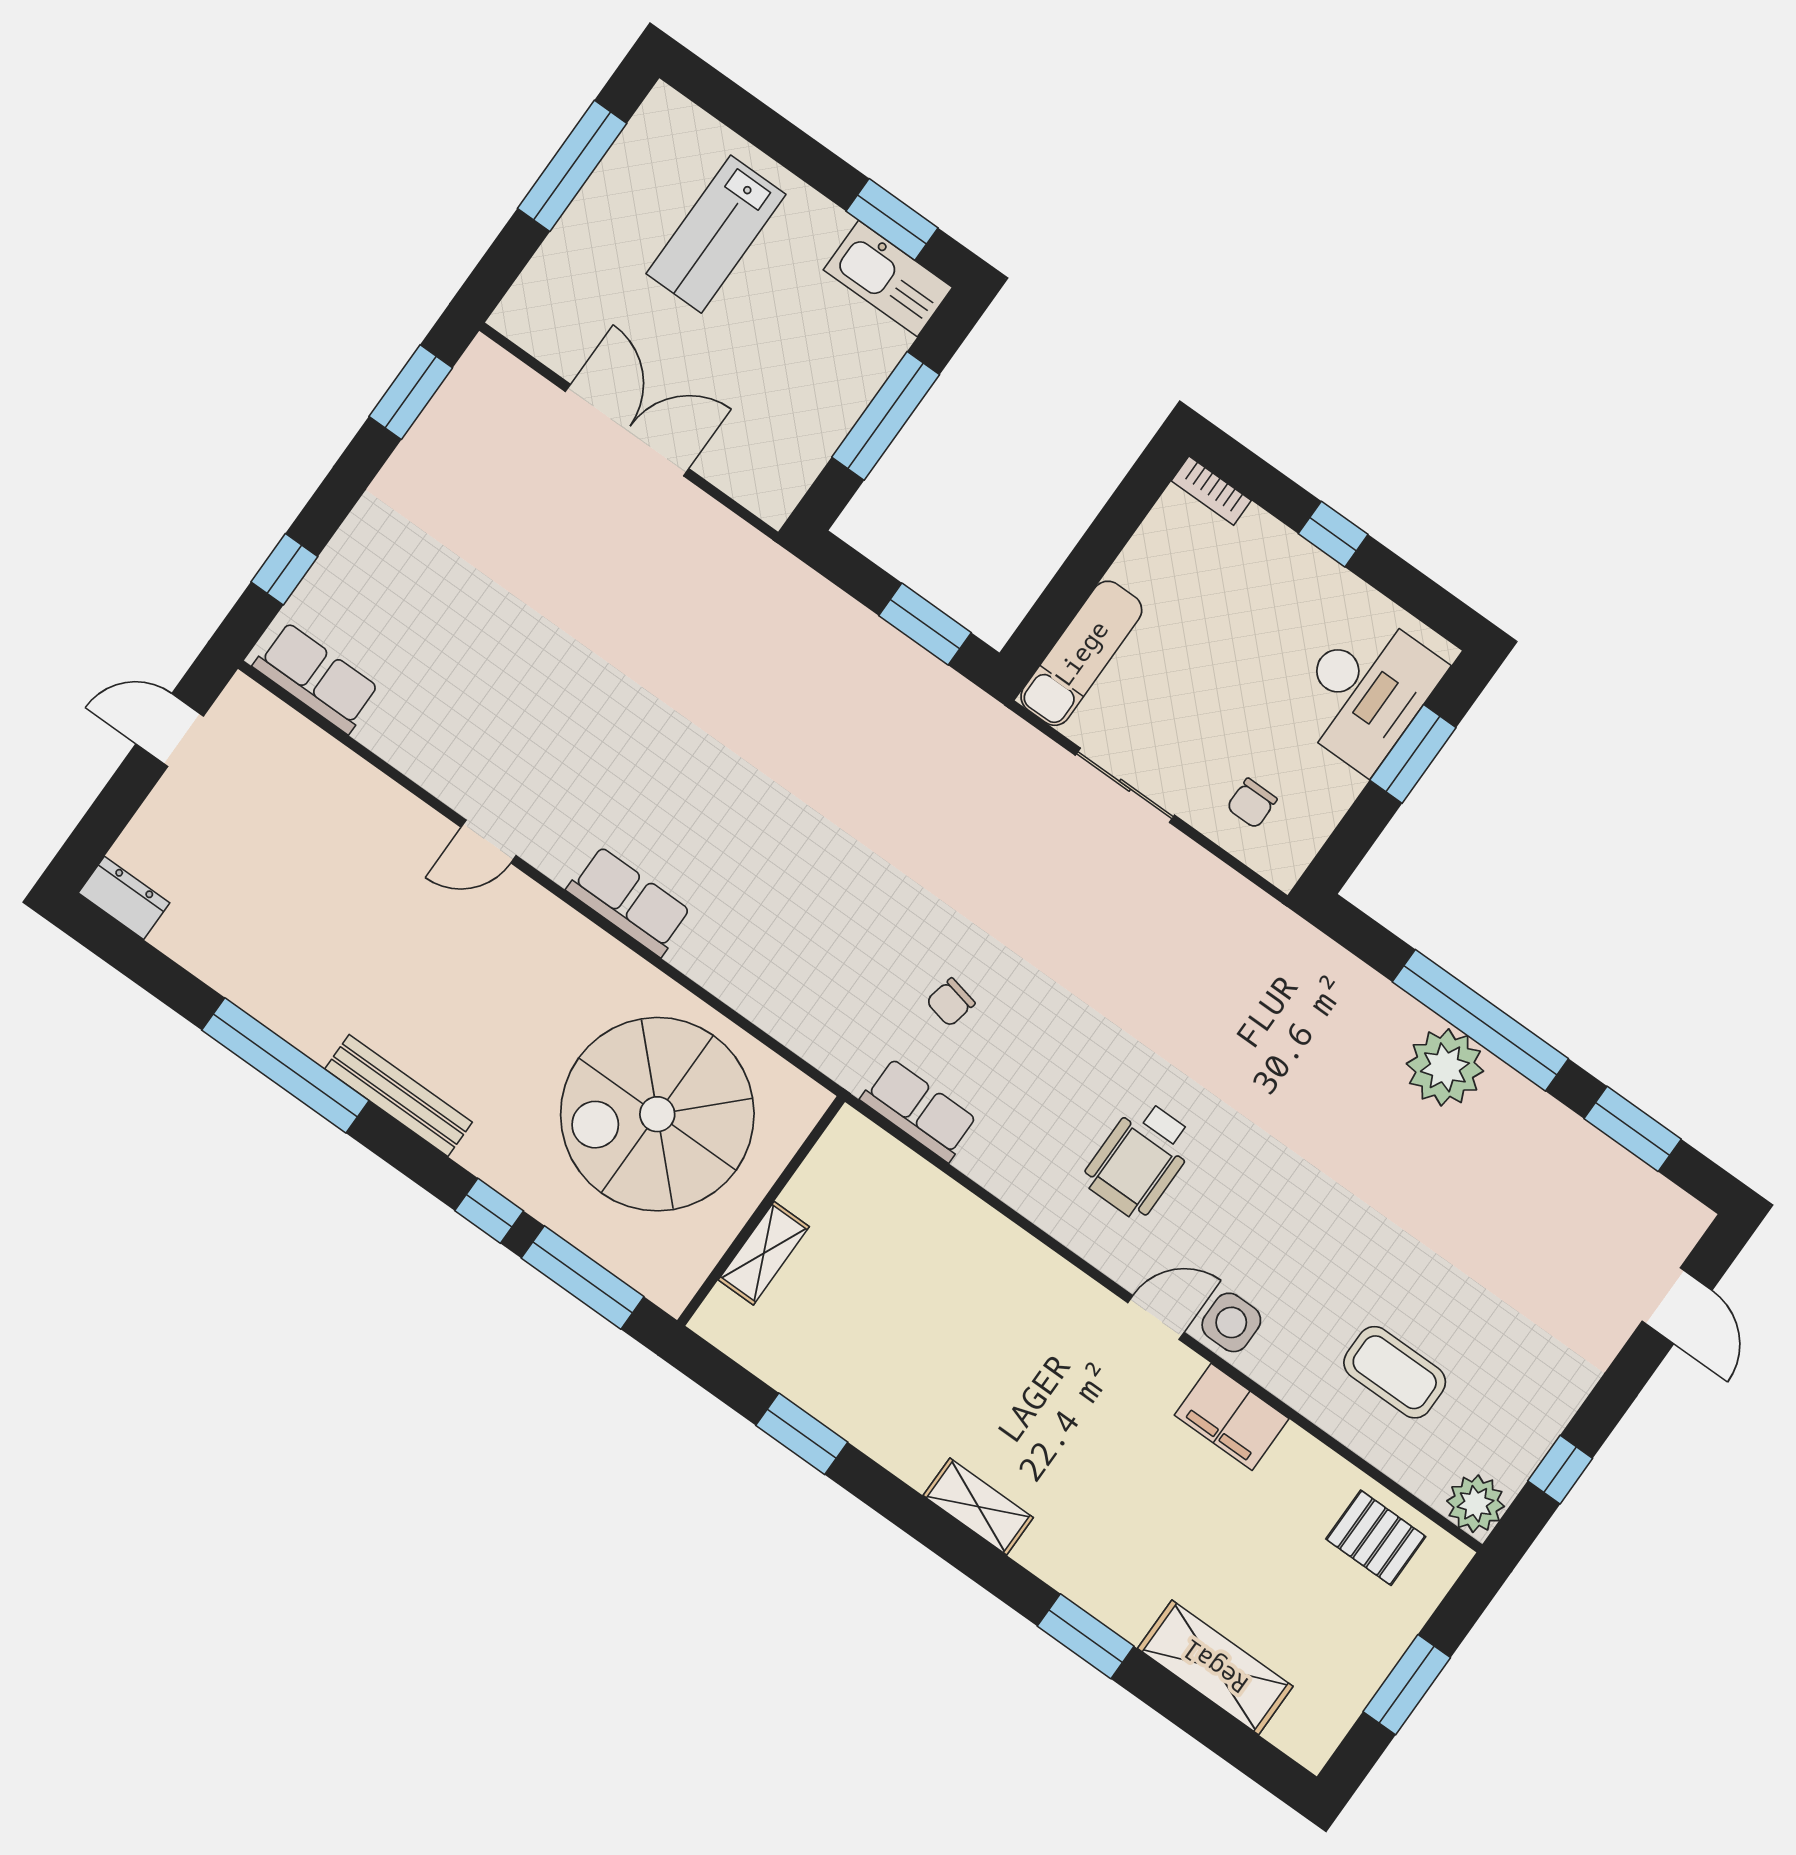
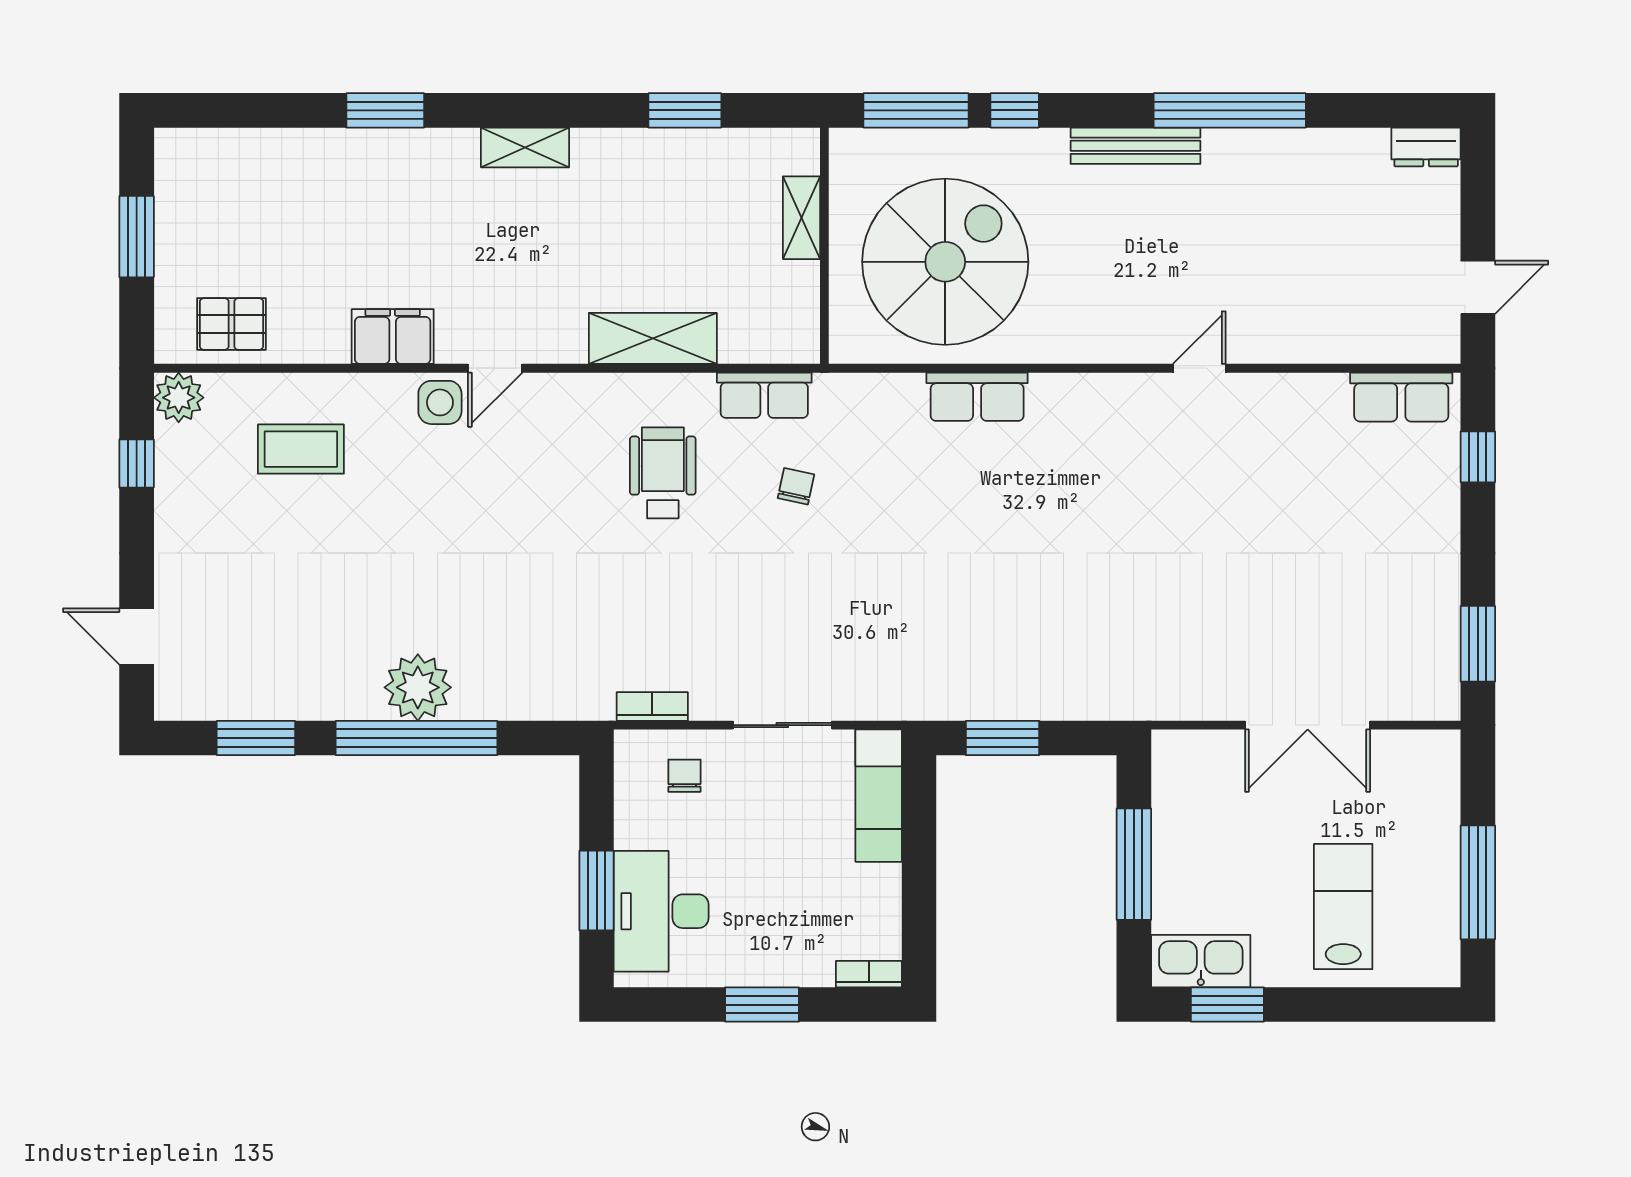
window: (1333, 534) -> (762, 1005), width x1.50
bookcase: (1236, 891) -> (652, 707), added
row of seats: (629, 901) -> (977, 397), moved
wheelchair: (1140, 1159) -> (663, 473), moved
shelving: (1215, 1667) -> (653, 338), moved

